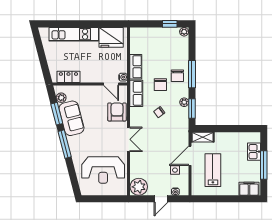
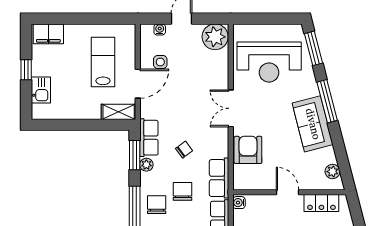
door: (111, 84) -> (288, 192), moved
armchair: (117, 112) -> (248, 150), turned 180
window: (57, 114) -> (314, 48), moved
sofa: (71, 118) -> (313, 124), moved
row of seats: (183, 120) -> (149, 138), added
window: (264, 165) -> (26, 70), width x0.46
reception desk: (103, 170) -> (269, 62), turned 180
lab bench: (213, 170) -> (103, 62), turned 180

